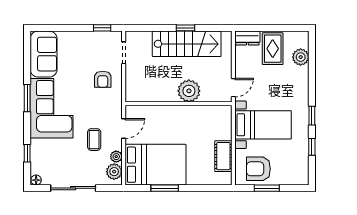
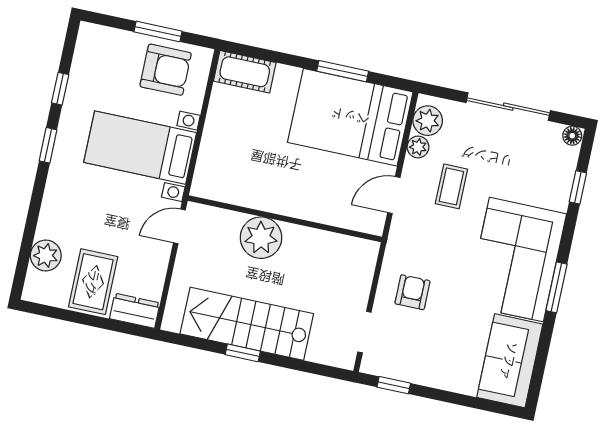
cot: (223, 156) -> (245, 72), moved, turned 90

